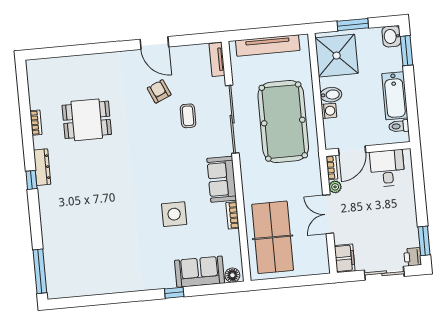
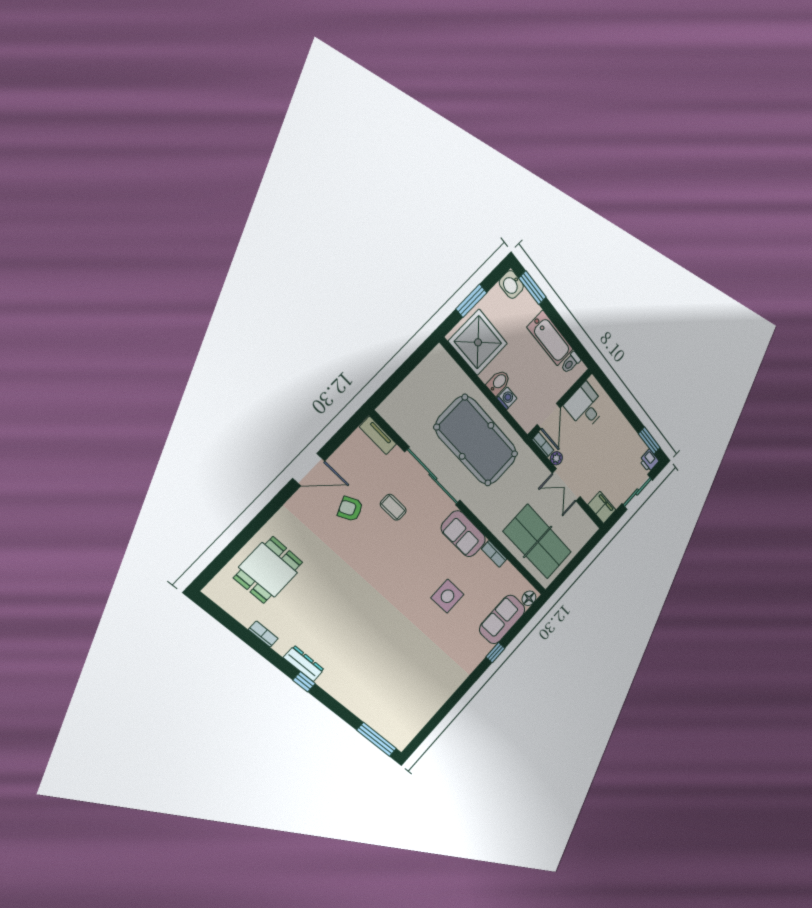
tv unit: (268, 45) -> (412, 384), removed
dining table: (87, 120) -> (268, 570), moved

